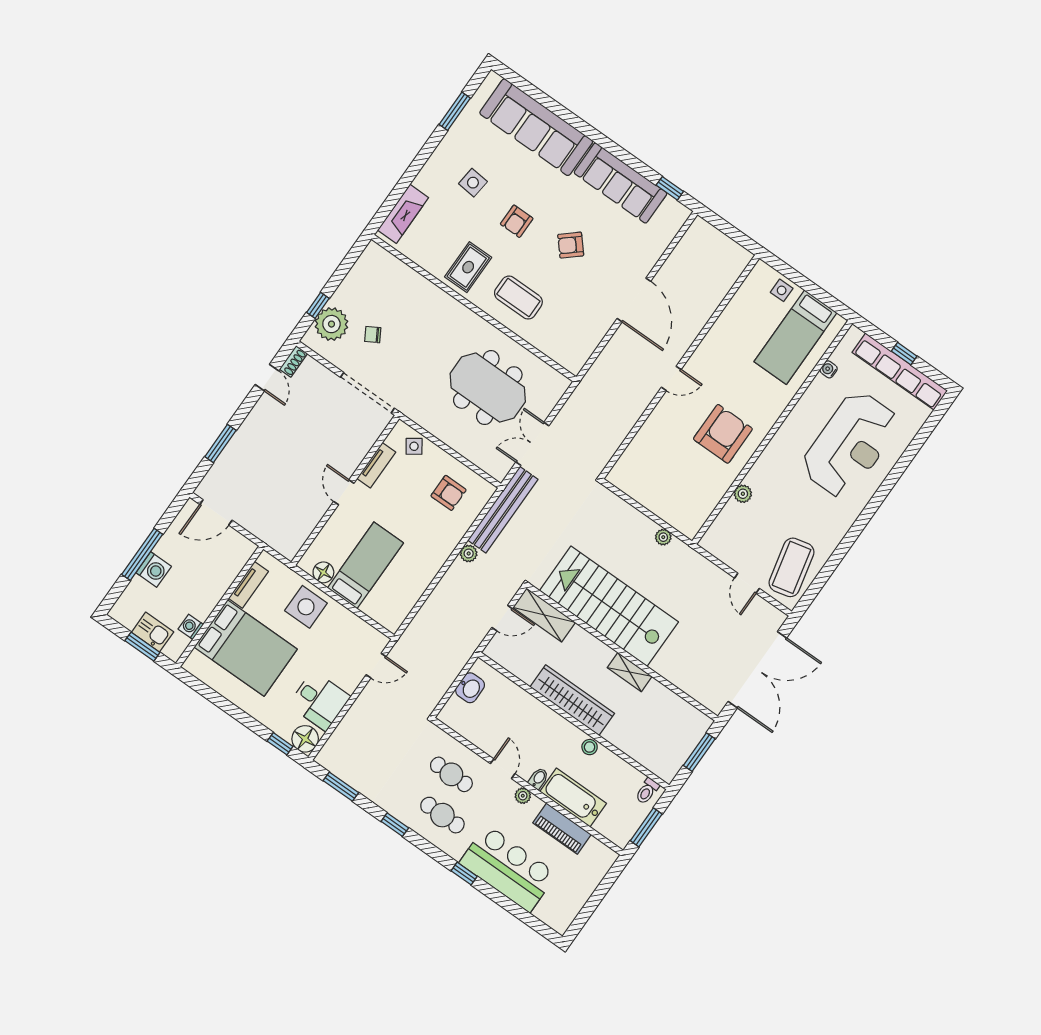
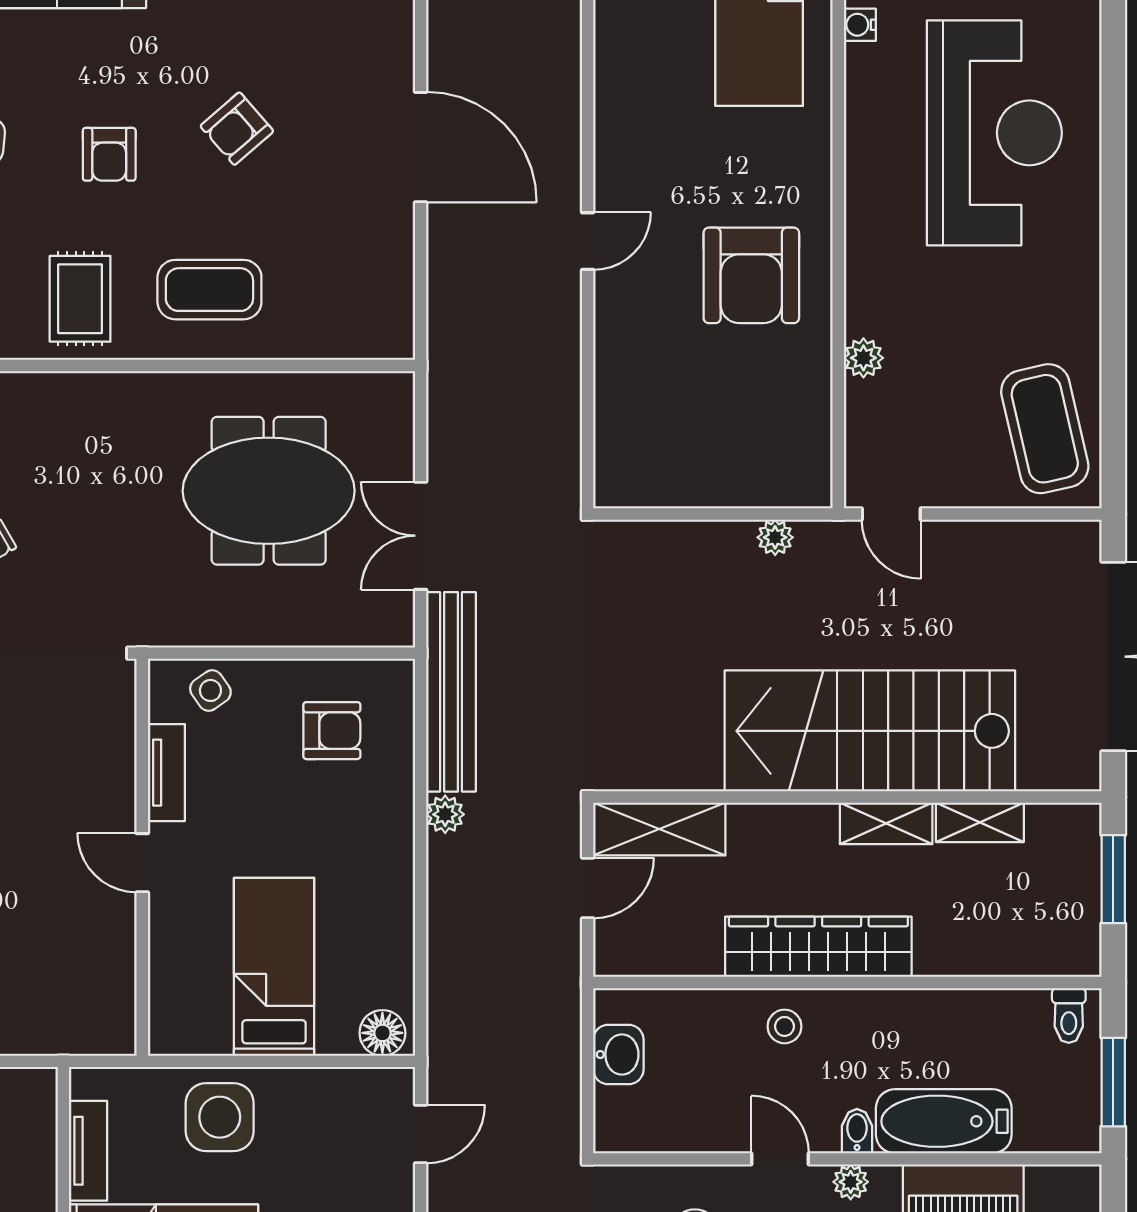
armchair: (723, 434) -> (751, 275), turned 180
floor lamp: (323, 572) -> (382, 1033), moved
door: (747, 583) -> (891, 514), moved
stairs: (609, 606) -> (870, 731), moved
shelving: (665, 696) -> (980, 822), added
stool: (590, 747) -> (785, 1026), moved

